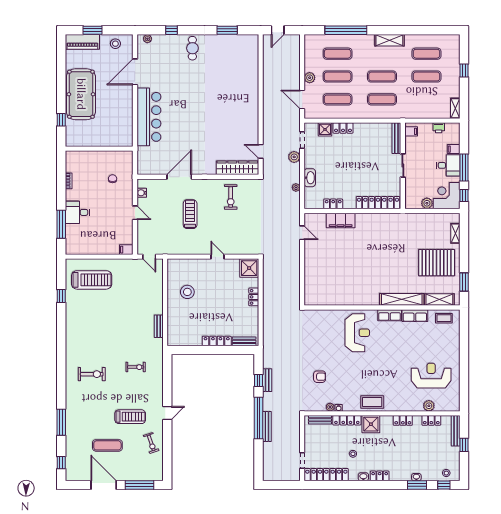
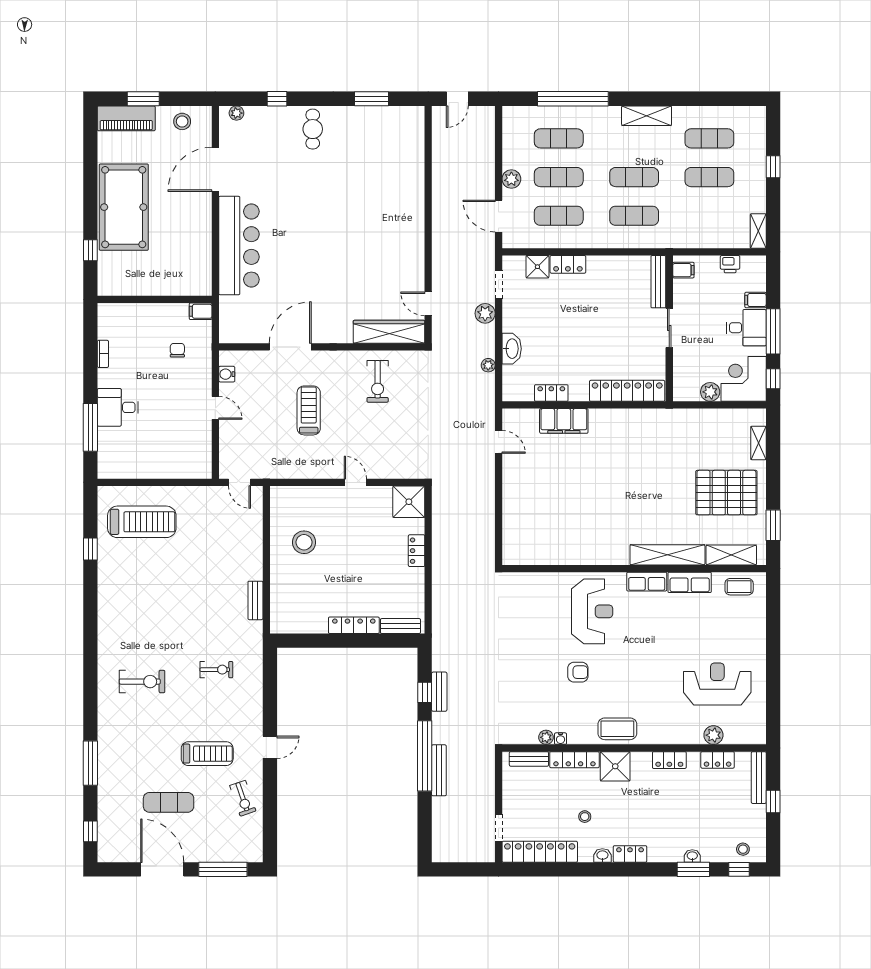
filing cabinet: (126, 250) -> (201, 311), moved
armchair: (320, 377) -> (578, 672), moved

